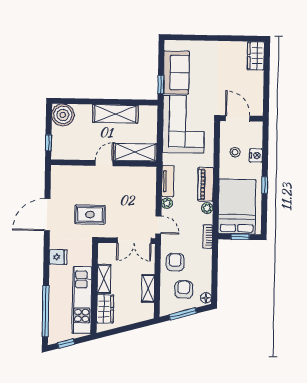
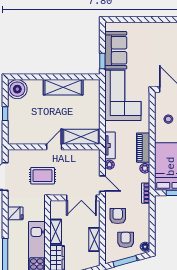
shelving: (135, 152) -> (81, 137), moved
door: (104, 163) -> (54, 147), moved
wall: (104, 163) -> (54, 147), moved

